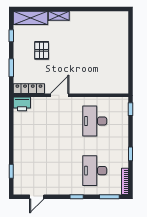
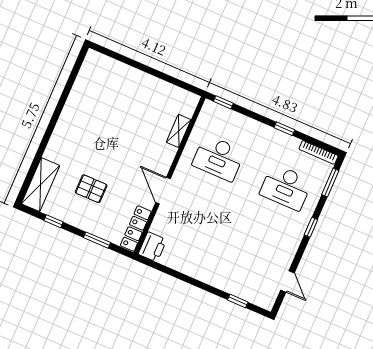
shelving: (59, 16) -> (179, 131), moved

